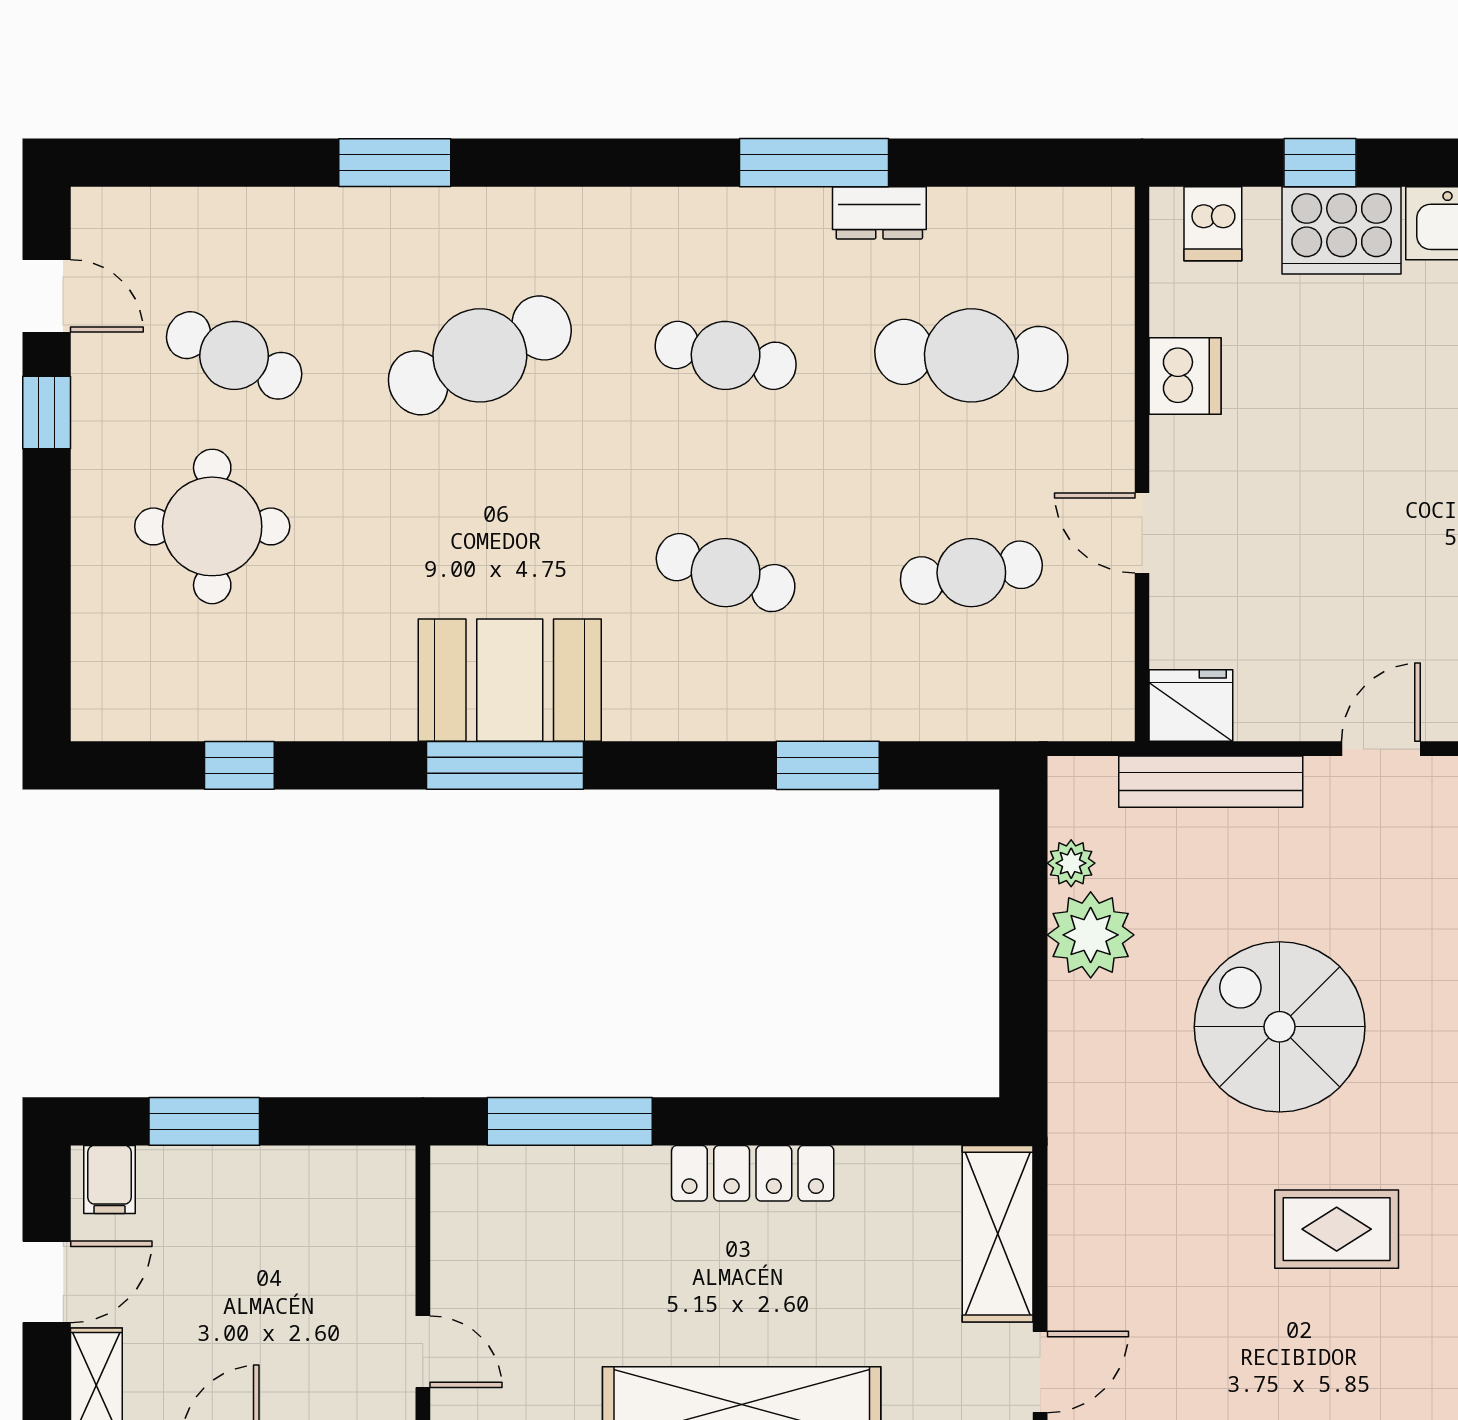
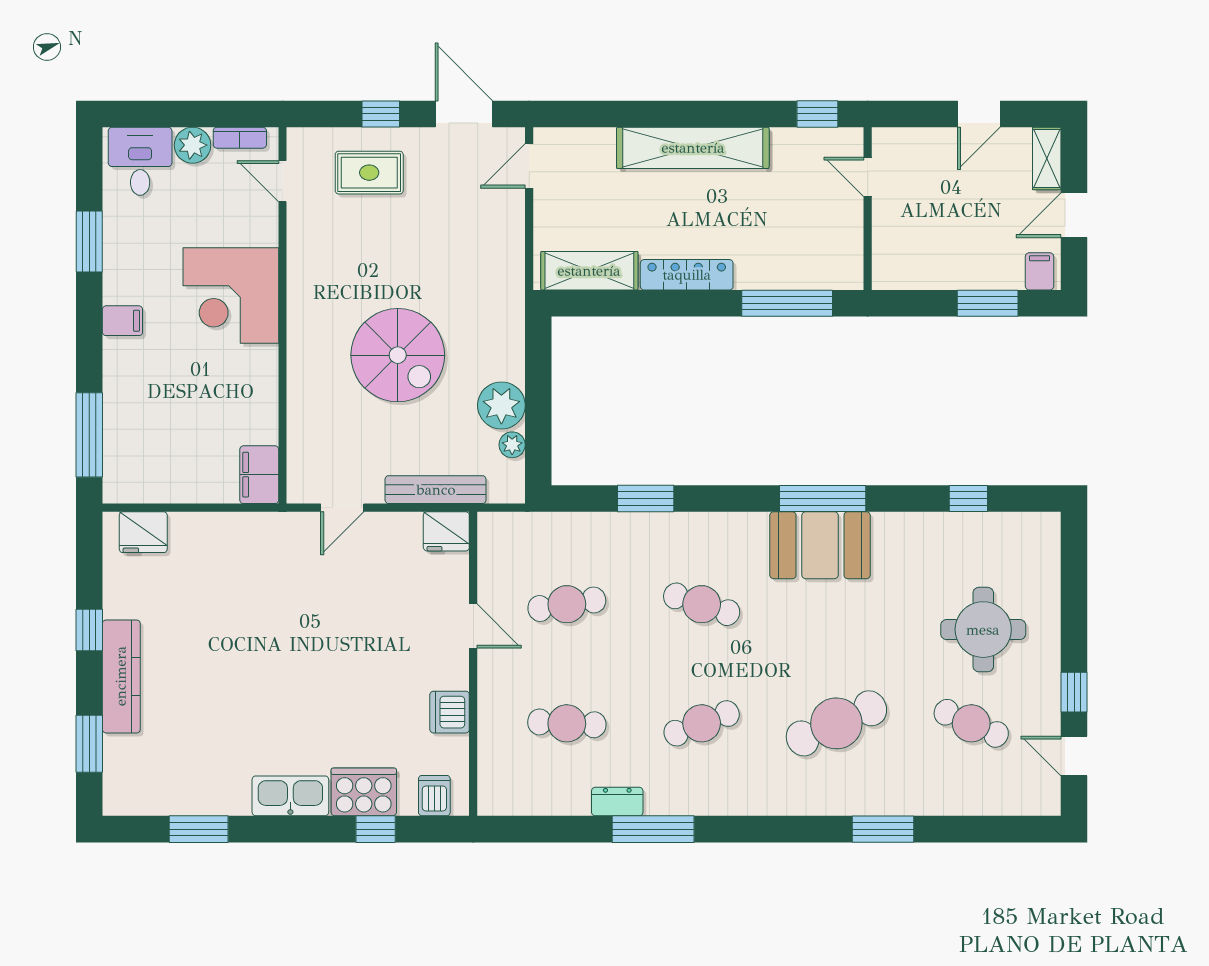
cafe table: (726, 355) -> (702, 723), turned -33
cafe table: (971, 355) -> (567, 723), width x0.73, depth x0.74
rug: (1337, 1229) -> (369, 173), moved
shelving: (998, 1234) -> (589, 271), moved, turned 90

